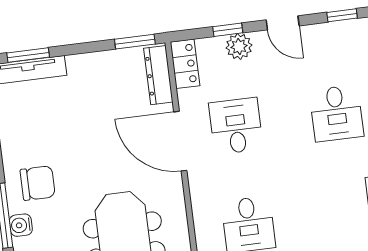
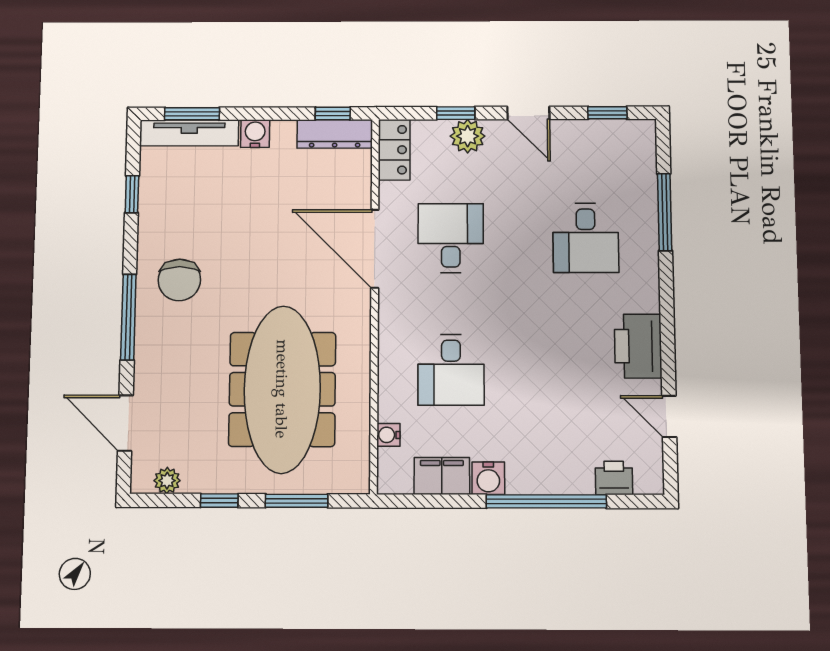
window: (135, 42) -> (333, 113), width x0.67
dresser: (158, 75) -> (335, 134), moved, turned -90
chair: (38, 183) -> (179, 280), turned 90
water cooler: (21, 225) -> (255, 134), moved, turned 90

